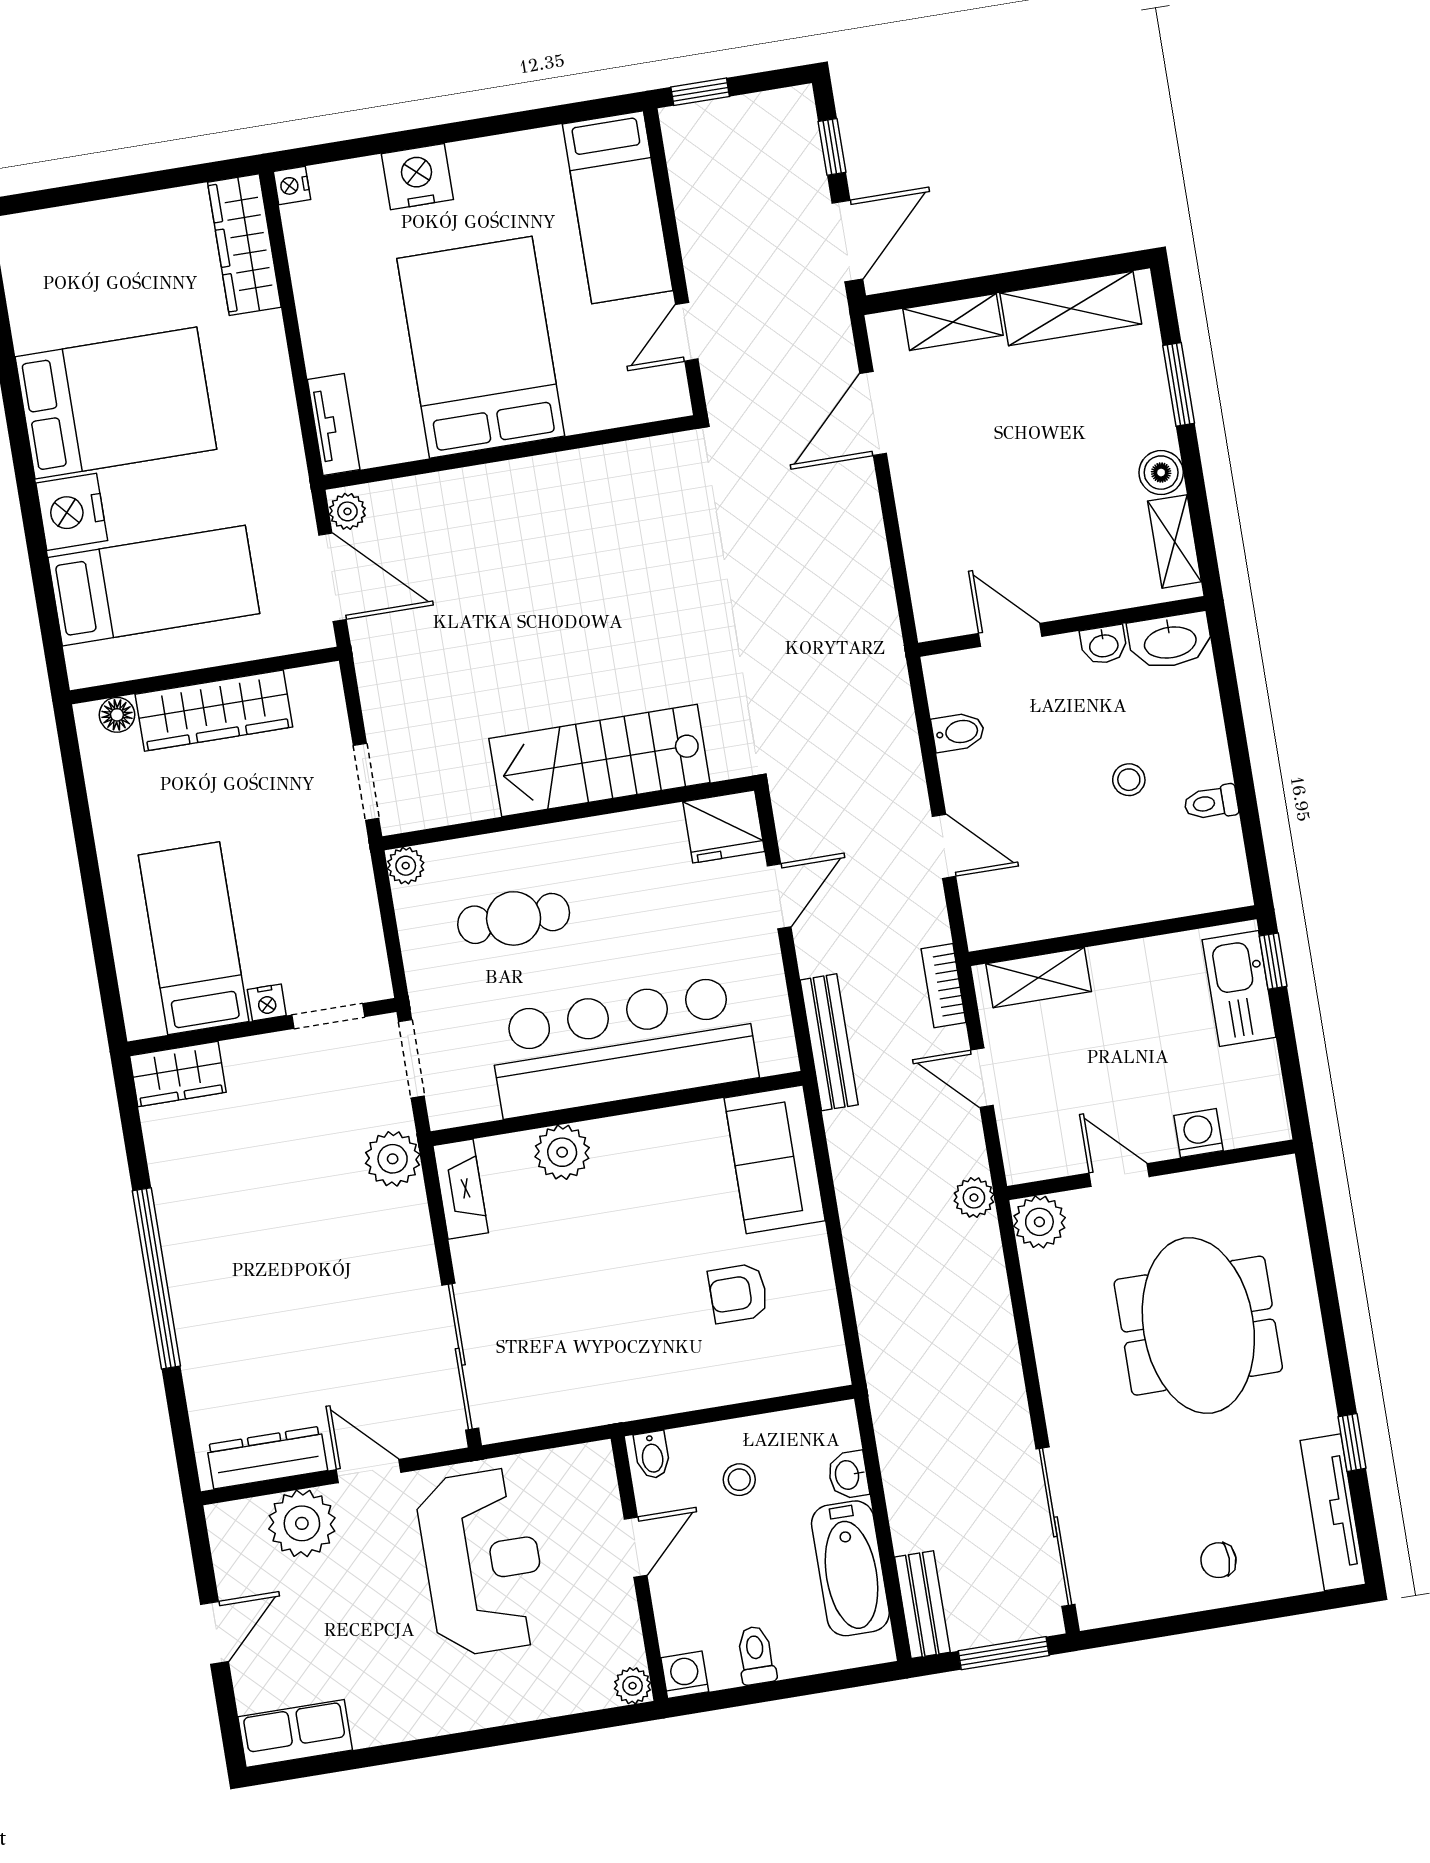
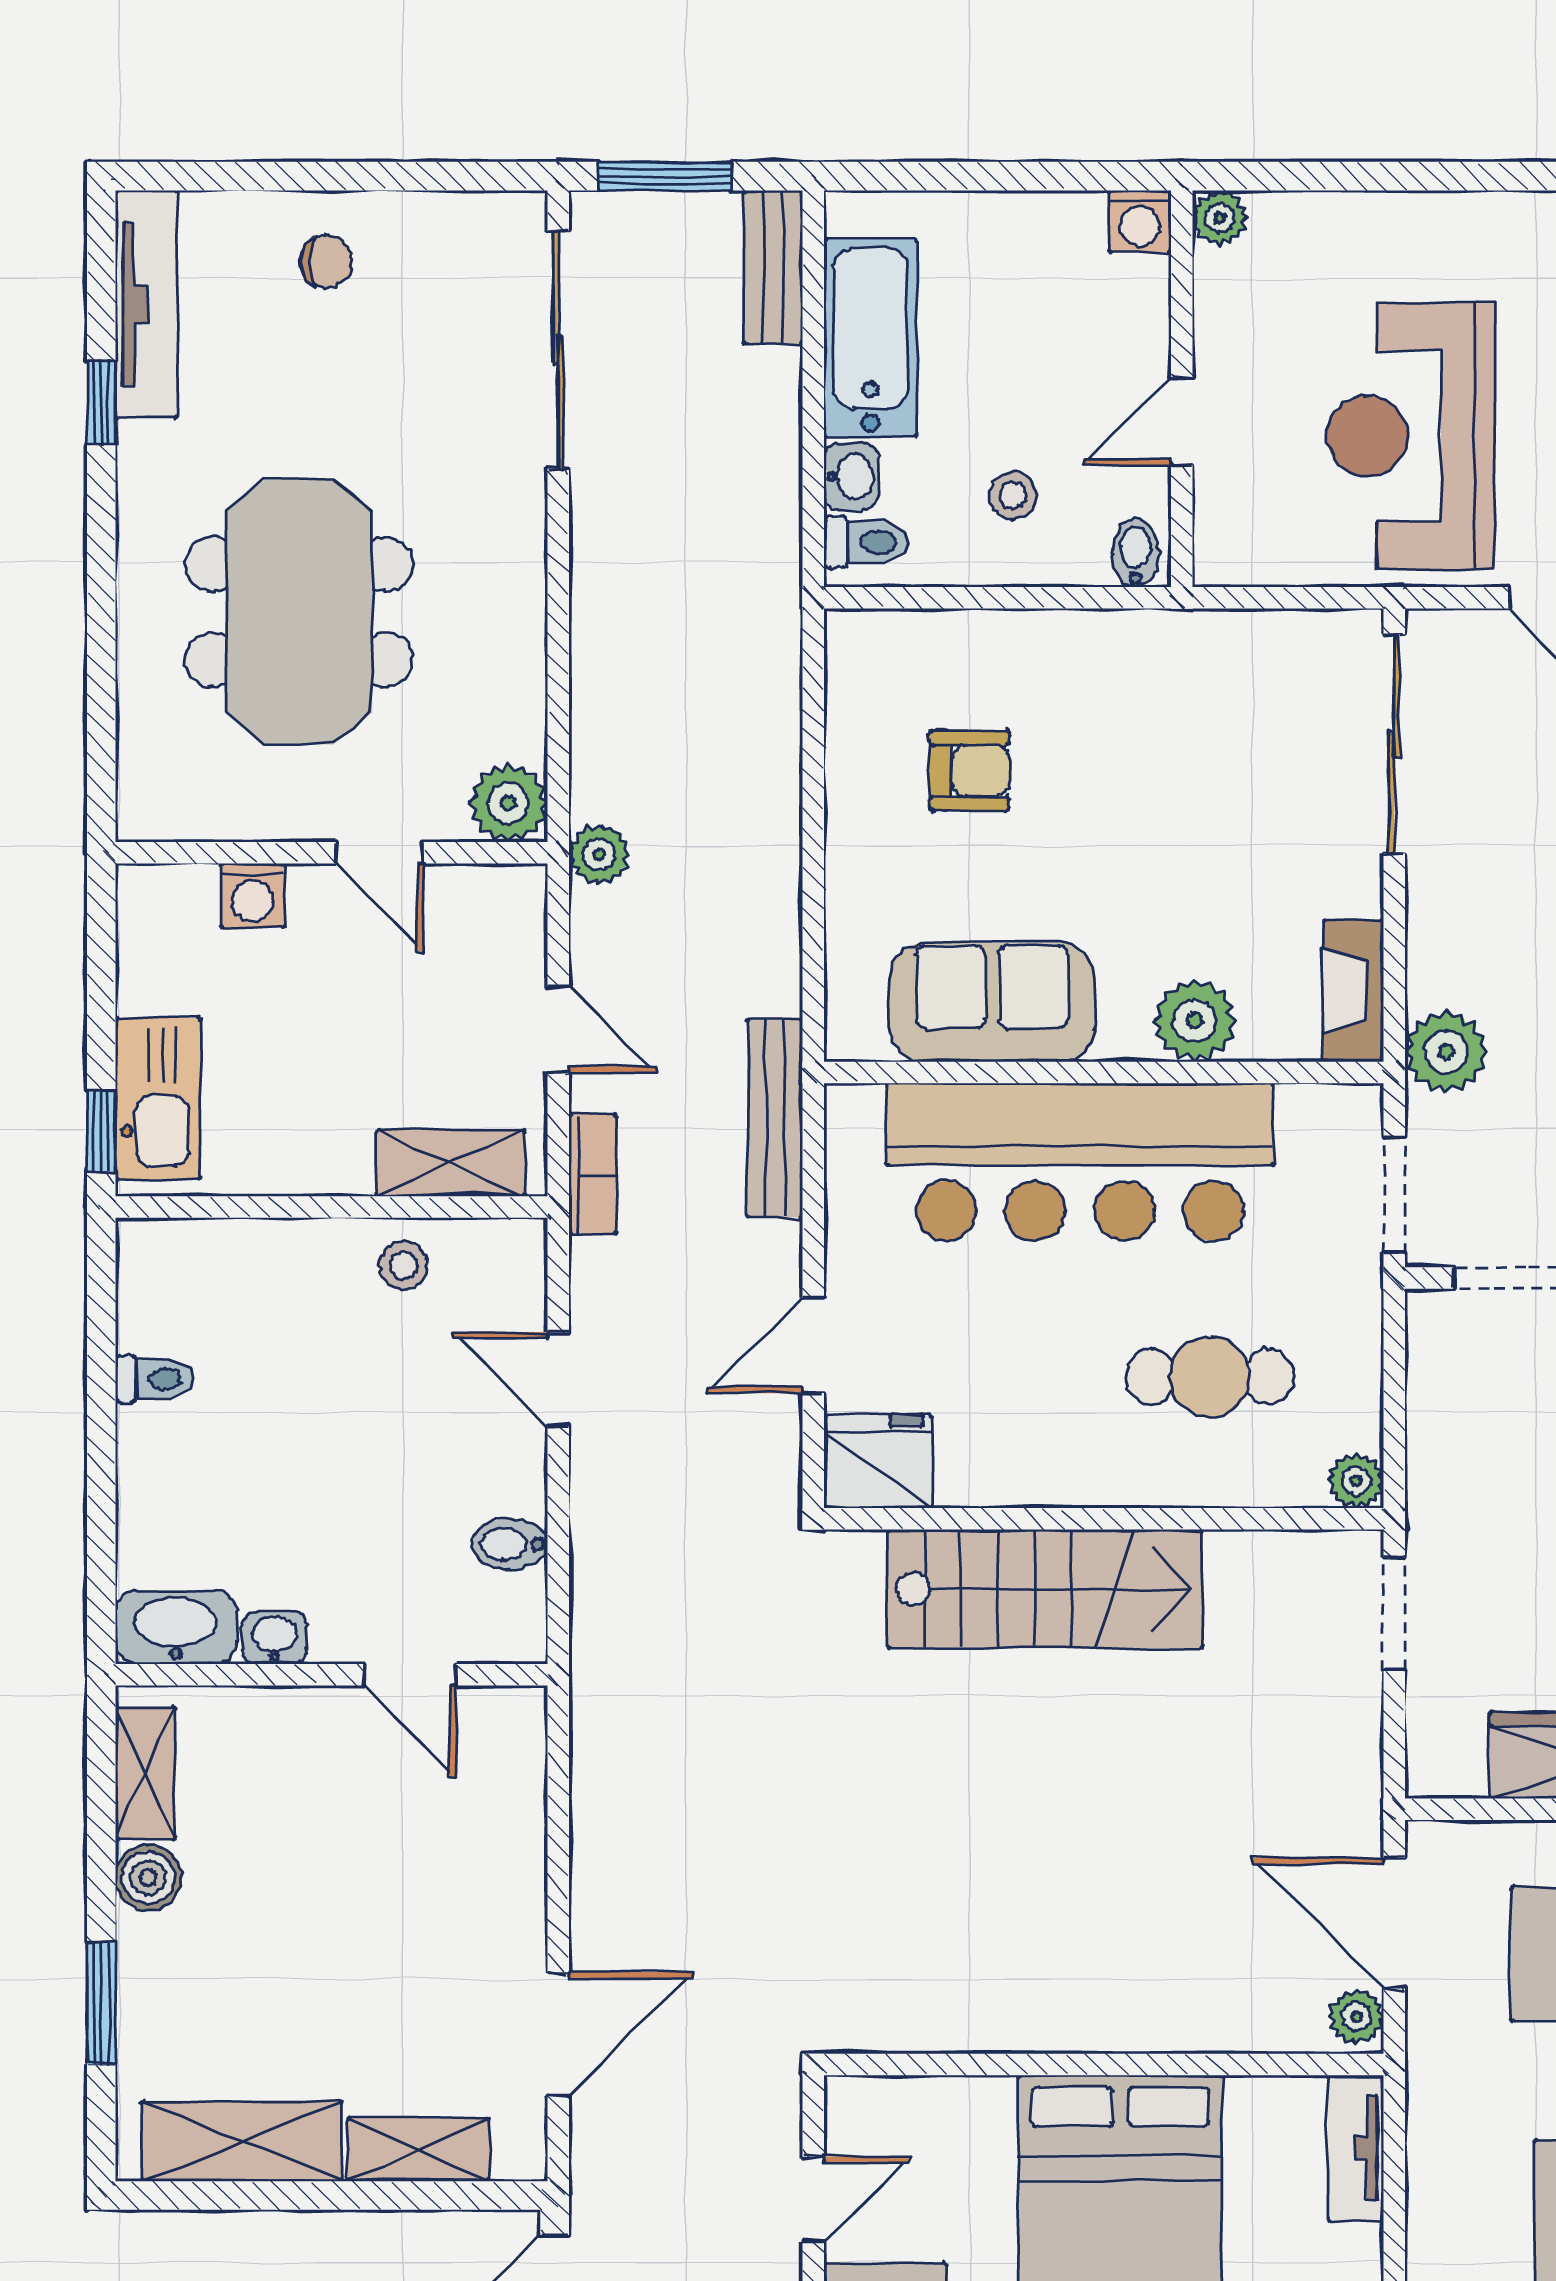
stool: (1129, 780) -> (404, 1265), moved
sofa: (775, 1159) -> (992, 1002), moved, turned -90
toilet: (756, 1655) -> (866, 542), moved, turned -90

